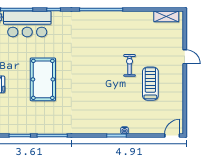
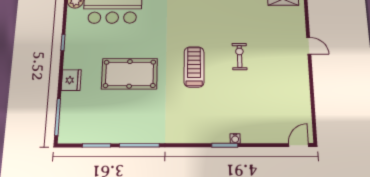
pool table: (43, 79) -> (130, 74), turned 90
treadmill: (150, 84) -> (194, 67), moved

